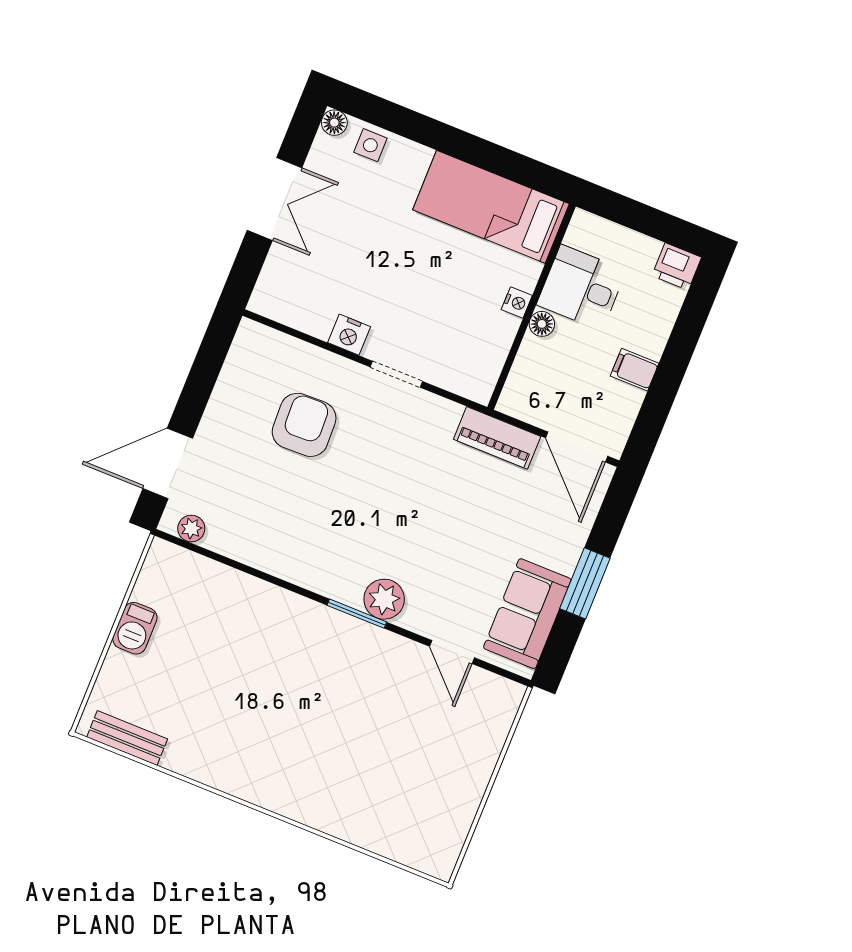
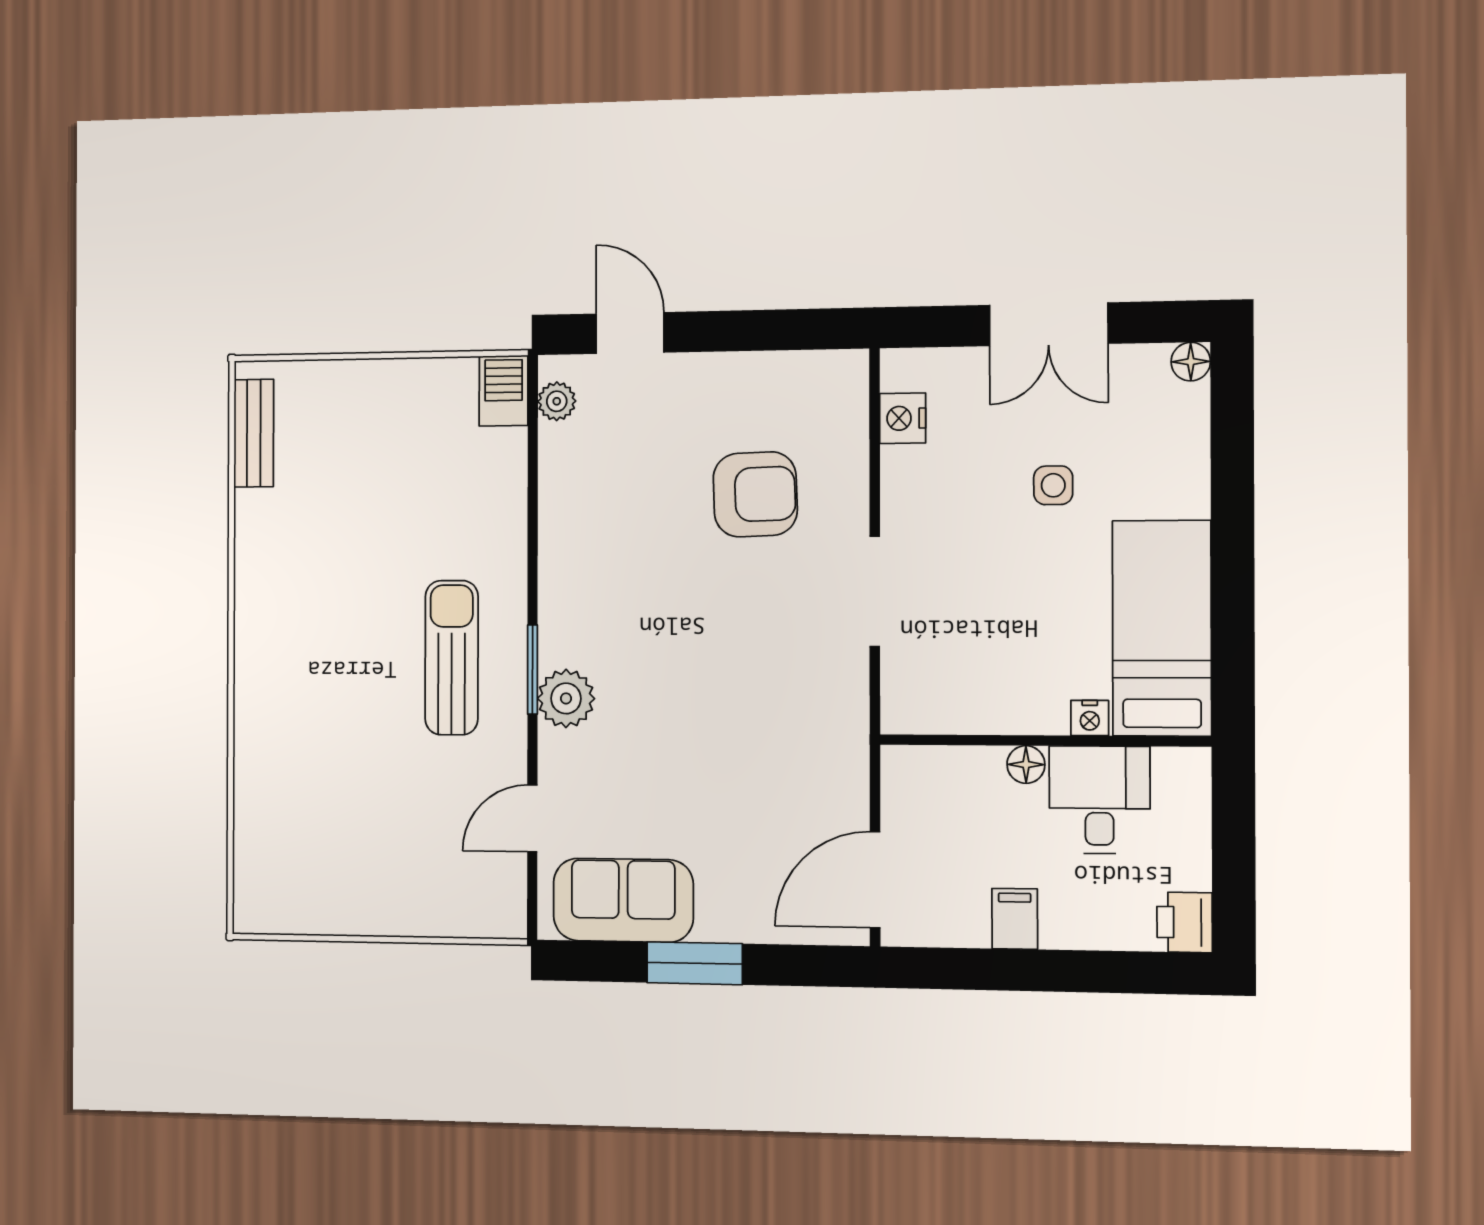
side table: (370, 145) -> (1053, 485), moved
nightstand: (517, 303) -> (1090, 718), moved
nightstand: (349, 335) -> (903, 418), moved
doorway: (396, 374) -> (875, 591), width x1.38
piano: (497, 438) -> (843, 765), removed
door: (168, 463) -> (630, 333), width x0.73
barbecue: (135, 628) -> (504, 391), moved, turned 90
sun lounger: (328, 664) -> (452, 658), added

